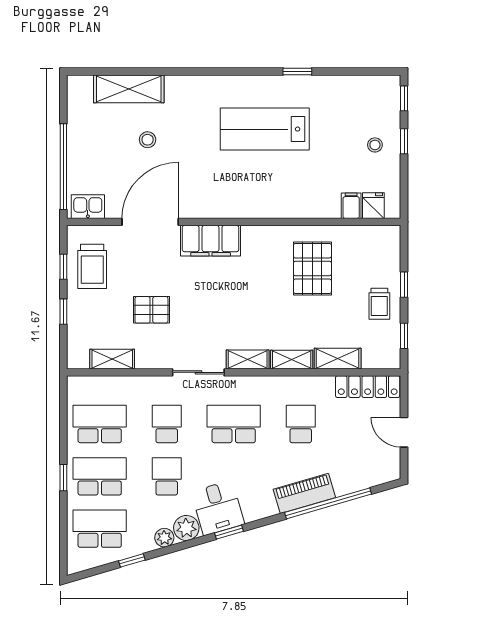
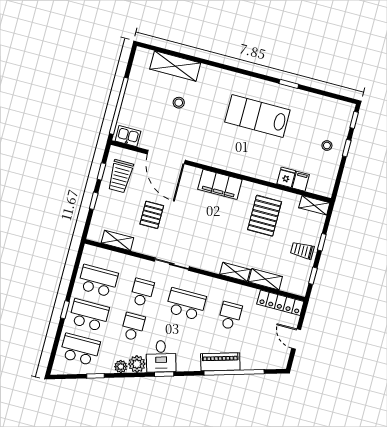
fridge: (373, 206) -> (286, 177), moved
door: (150, 222) -> (166, 157), swing flipped
filing cabinet: (211, 241) -> (220, 184), moved
trolley: (379, 304) -> (302, 250), turned 90
pallet: (151, 310) -> (152, 215), turned 90
shelving: (248, 359) -> (314, 205), moved

